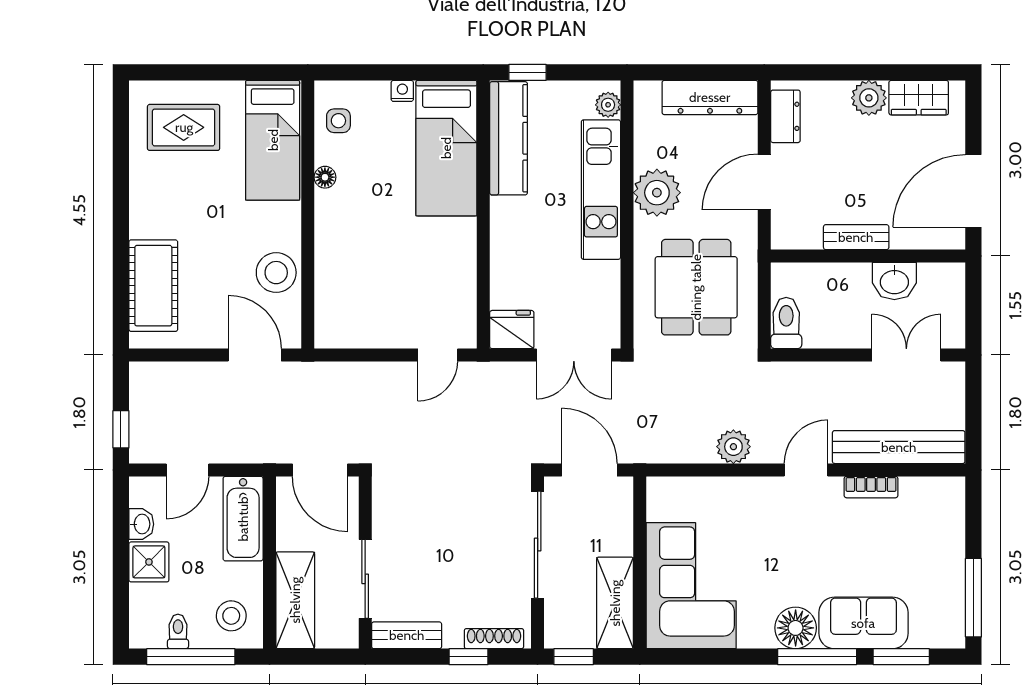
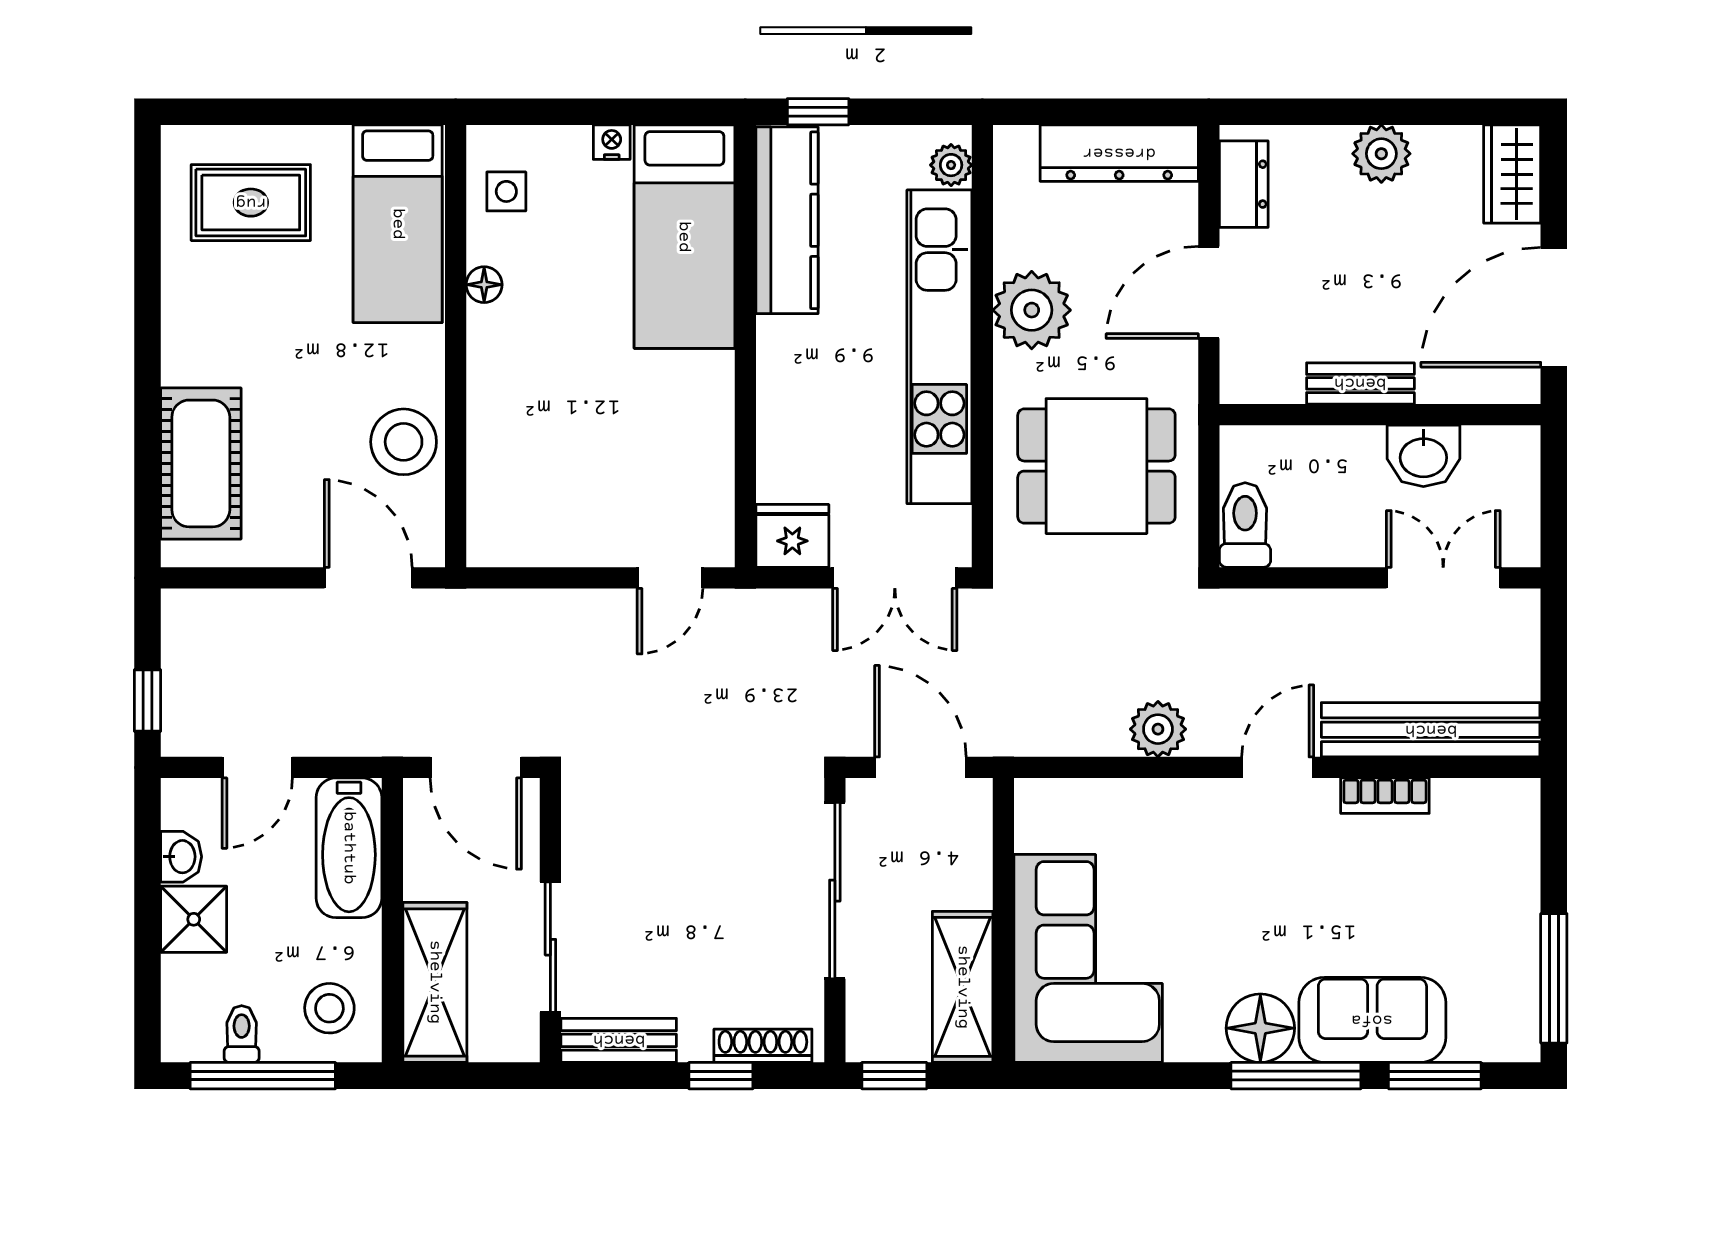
wardrobe: (919, 98) -> (1512, 174), moved, turned 90
kitchen unit: (601, 190) -> (939, 347), width x1.36
dining table: (696, 287) -> (1096, 466), turned 90

